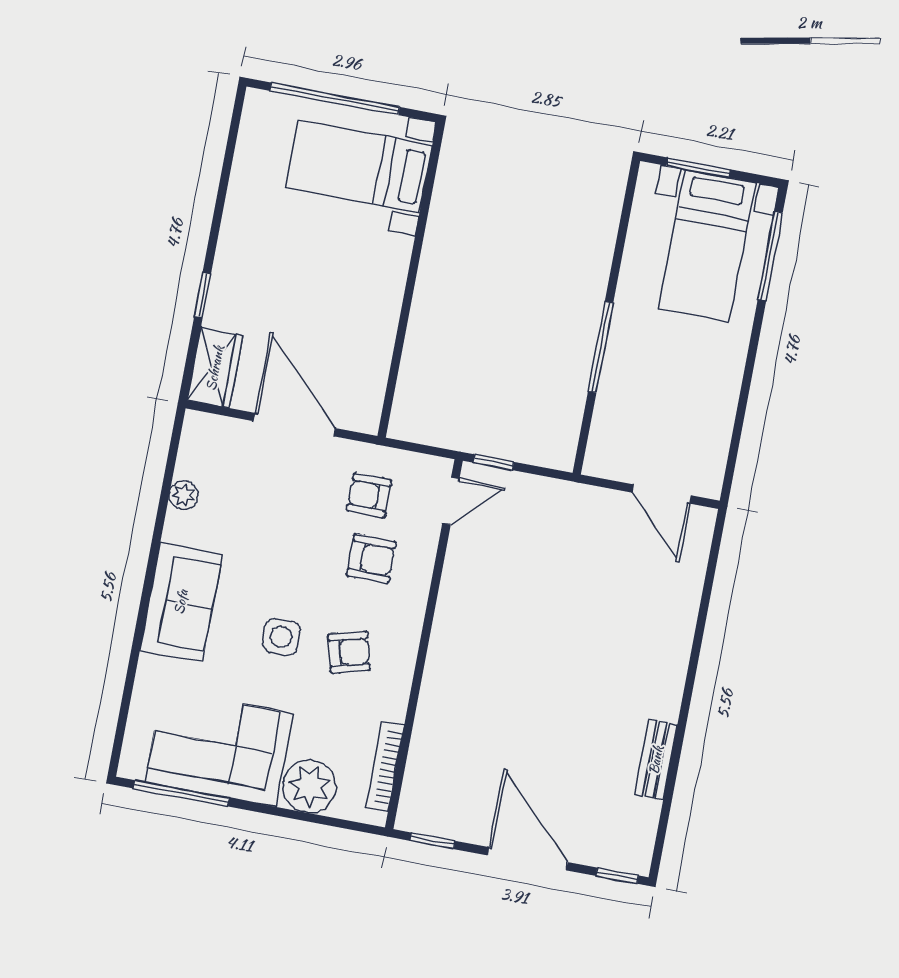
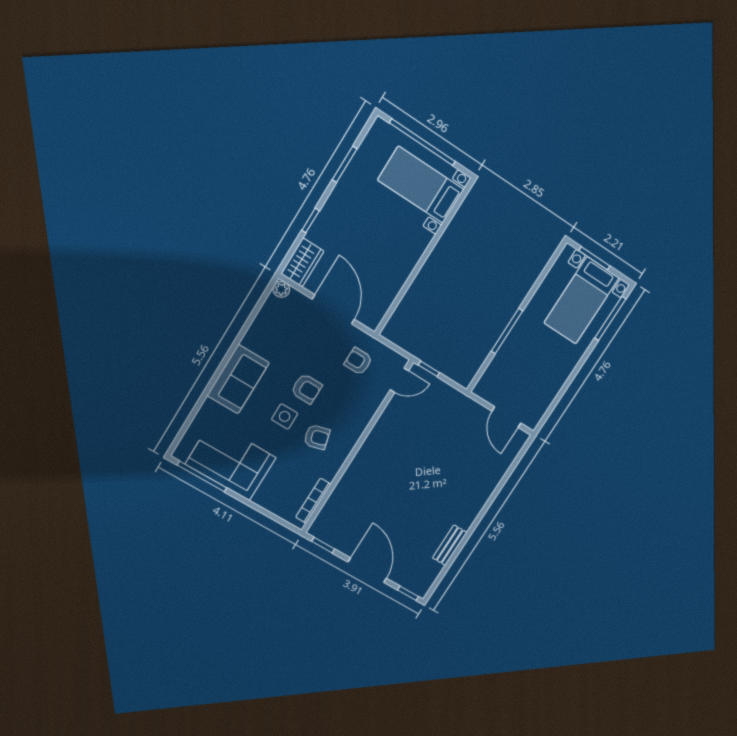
window: (224, 184) -> (345, 164), added
plant: (184, 495) -> (281, 289), moved
armchair: (371, 559) -> (306, 389), moved
plant: (309, 786) -> (271, 497), removed

